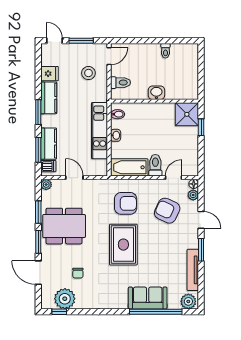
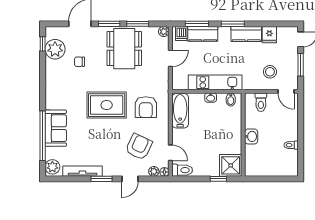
toilet: (155, 165) -> (182, 170), moved

